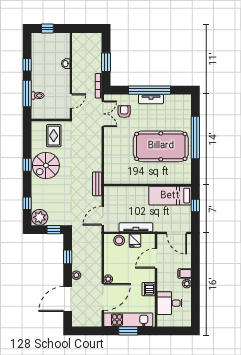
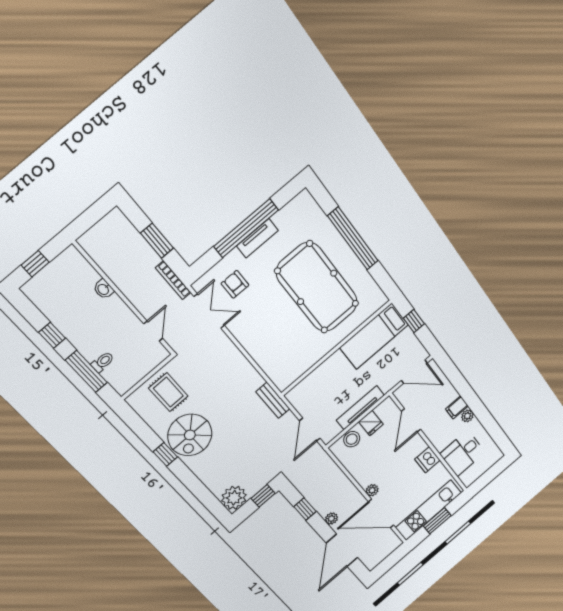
pool table: (161, 146) -> (317, 287), turned 90
window: (27, 203) -> (205, 496), removed
door: (103, 297) -> (381, 513), swing flipped

